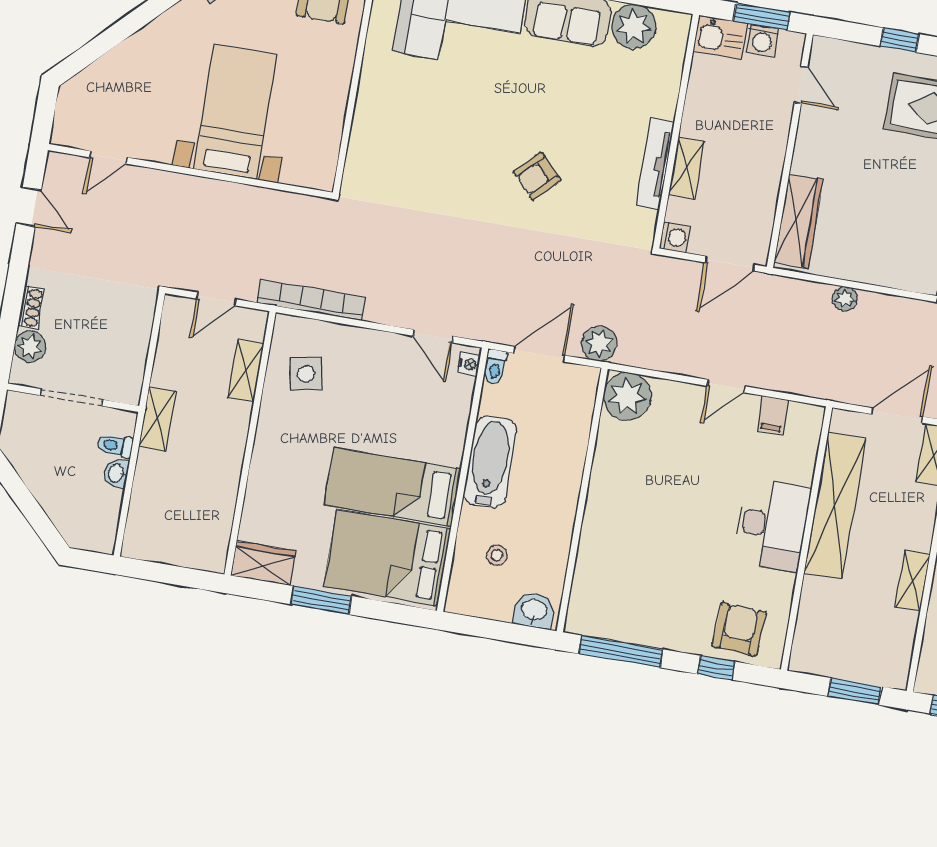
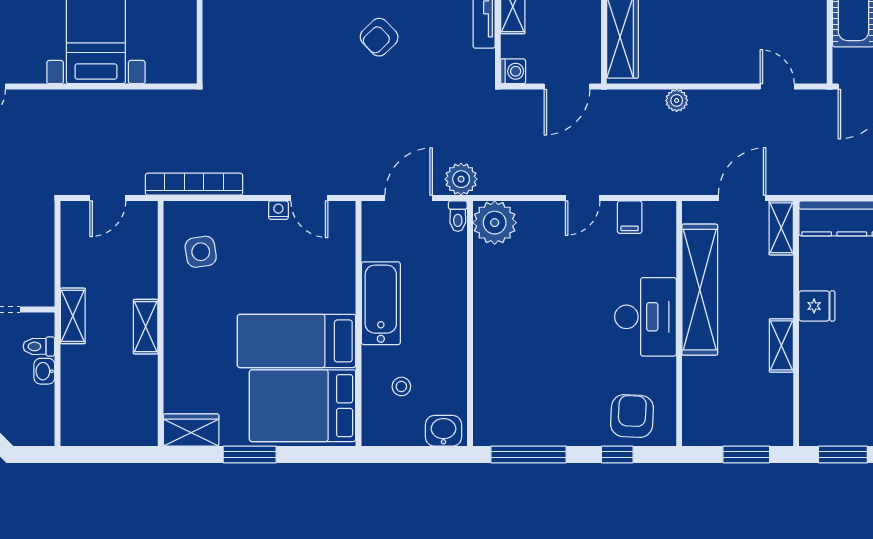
nightstand: (469, 364) -> (278, 210), moved, turned -90
toilet: (495, 367) -> (458, 216), moved
shelving: (246, 371) -> (146, 327), moved

